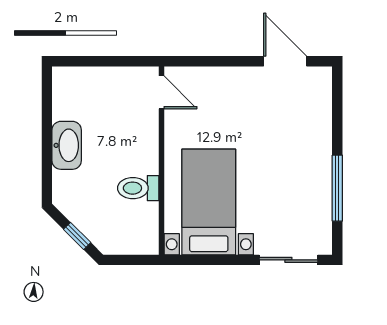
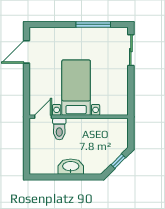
toilet: (138, 188) -> (59, 129), moved
bed with nightstands: (209, 202) -> (76, 88), moved, turned 90

